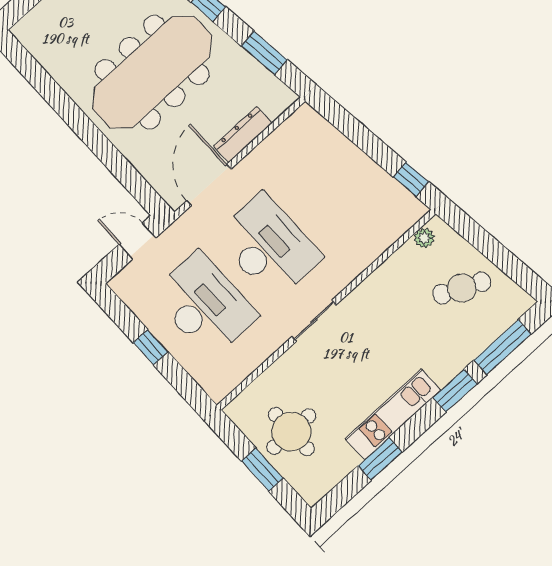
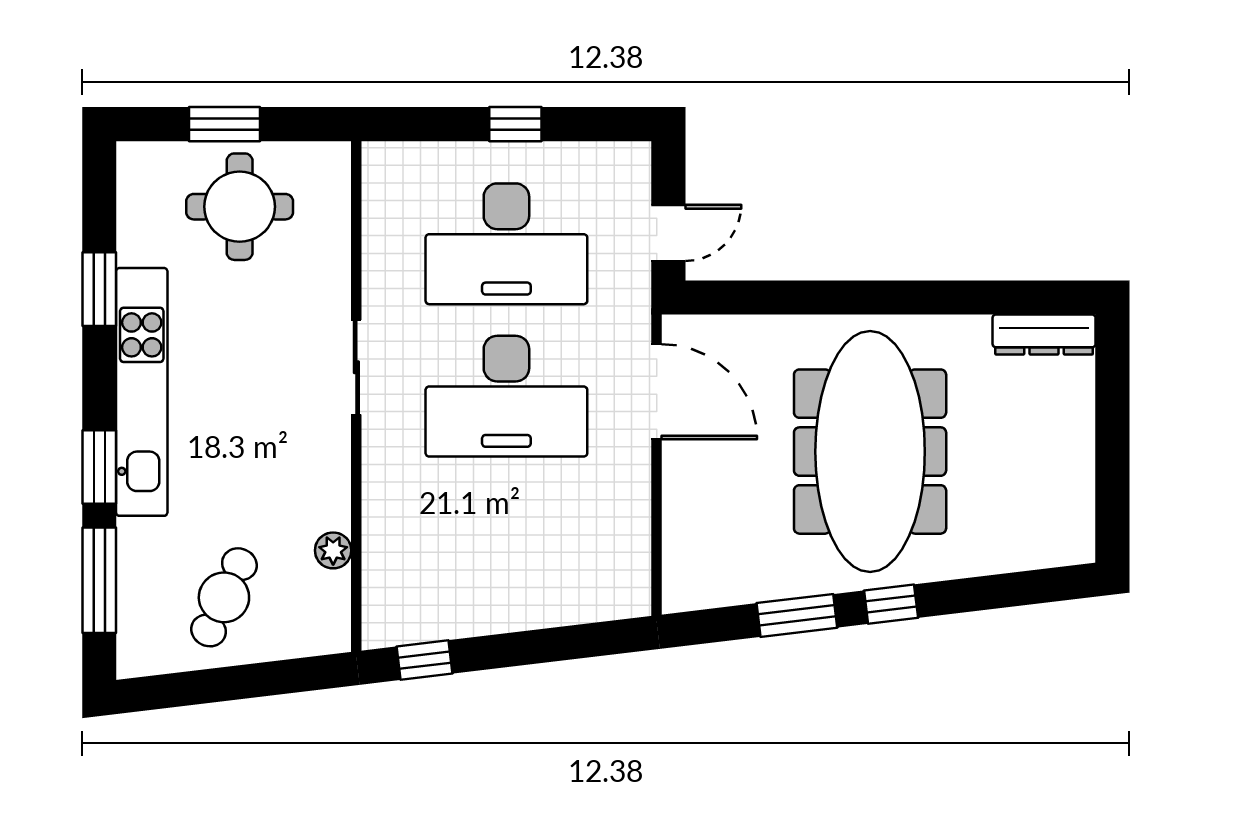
window: (264, 53) -> (797, 615), moved
dresser: (243, 134) -> (1044, 335), moved, turned 90
plant: (424, 238) -> (333, 550), moved
kitchen unit: (393, 414) -> (142, 392), width x1.36

